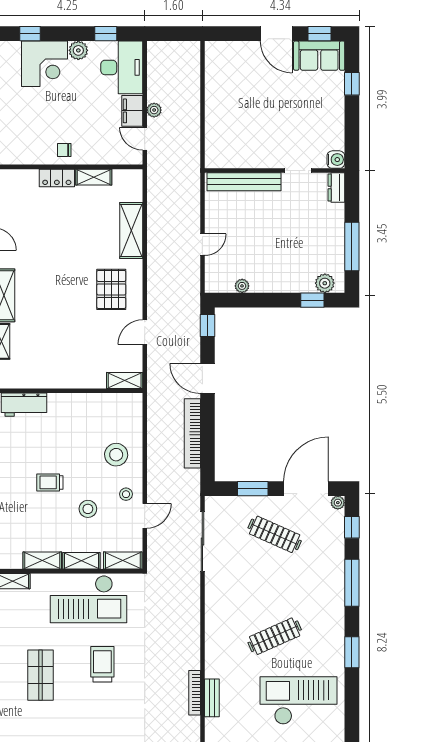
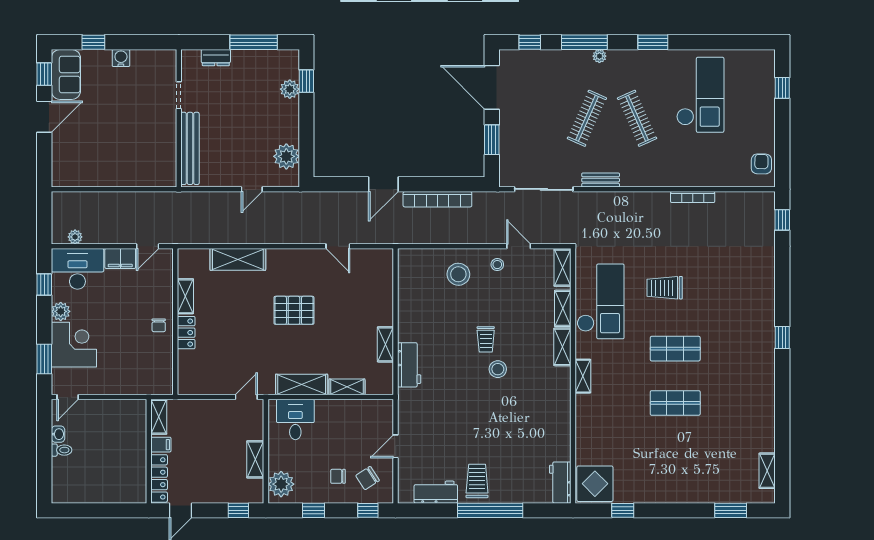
window: (30, 34) -> (44, 359), width x1.50
plant: (154, 110) -> (75, 237), moved
water cooler: (336, 160) -> (121, 58), moved
dresser: (336, 187) -> (216, 58), moved
door: (202, 245) -> (252, 189), swing flipped
plant: (325, 283) -> (290, 89), moved
plant: (242, 286) -> (286, 156), width x1.87, depth x1.87
pallet: (111, 289) -> (294, 310), moved
window: (207, 325) -> (331, 184), removed
shelving: (125, 380) -> (385, 344), moved
plant: (338, 503) -> (599, 56), moved
stool: (88, 509) -> (498, 369), moved
clothes rail: (275, 534) -> (587, 118), moved
bench: (212, 698) -> (601, 180), moved
checkout: (299, 700) -> (700, 95), turned 180

